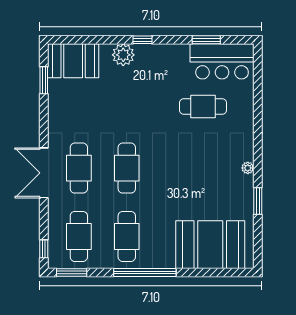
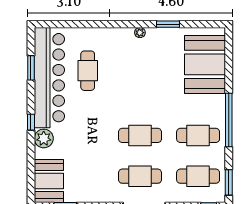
bar counter: (222, 61) -> (49, 78), width x1.86

